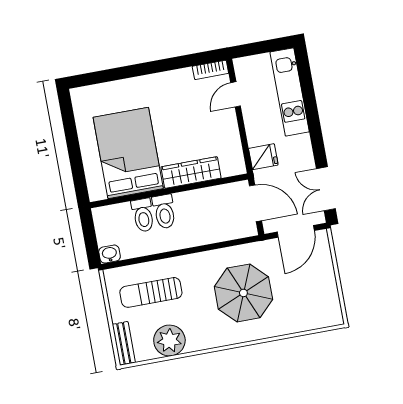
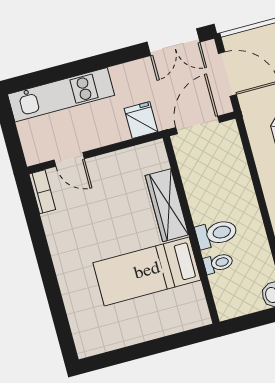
bed: (128, 153) -> (147, 271), width x0.67
toilet: (143, 215) -> (218, 263), width x0.73, depth x0.72

